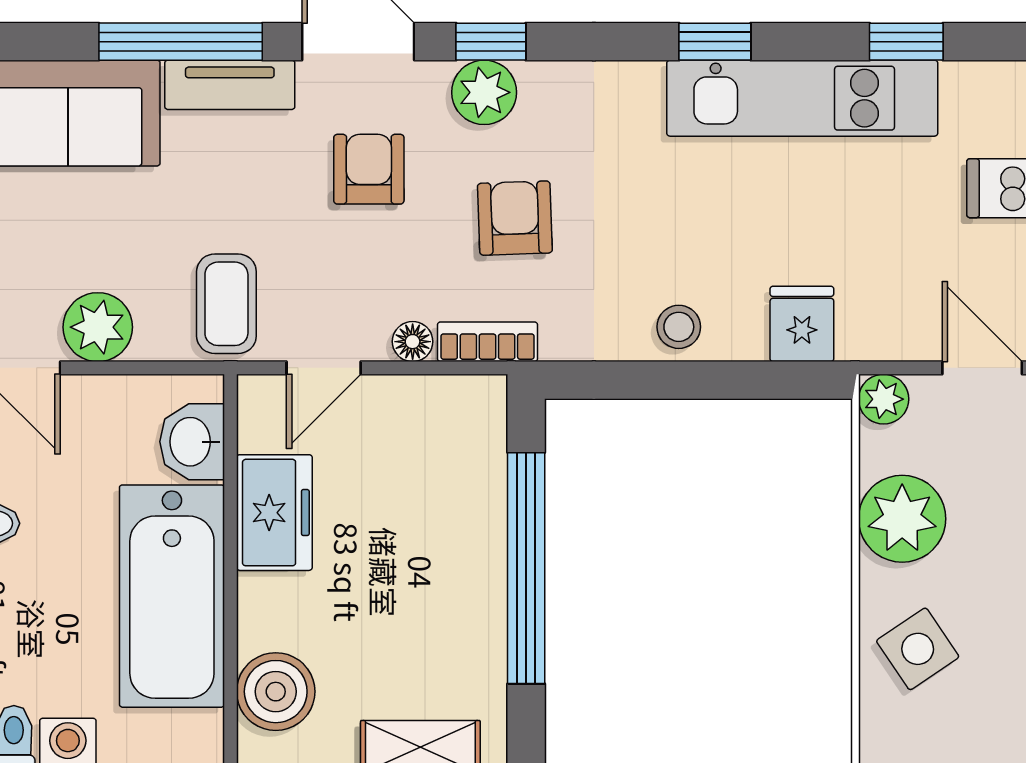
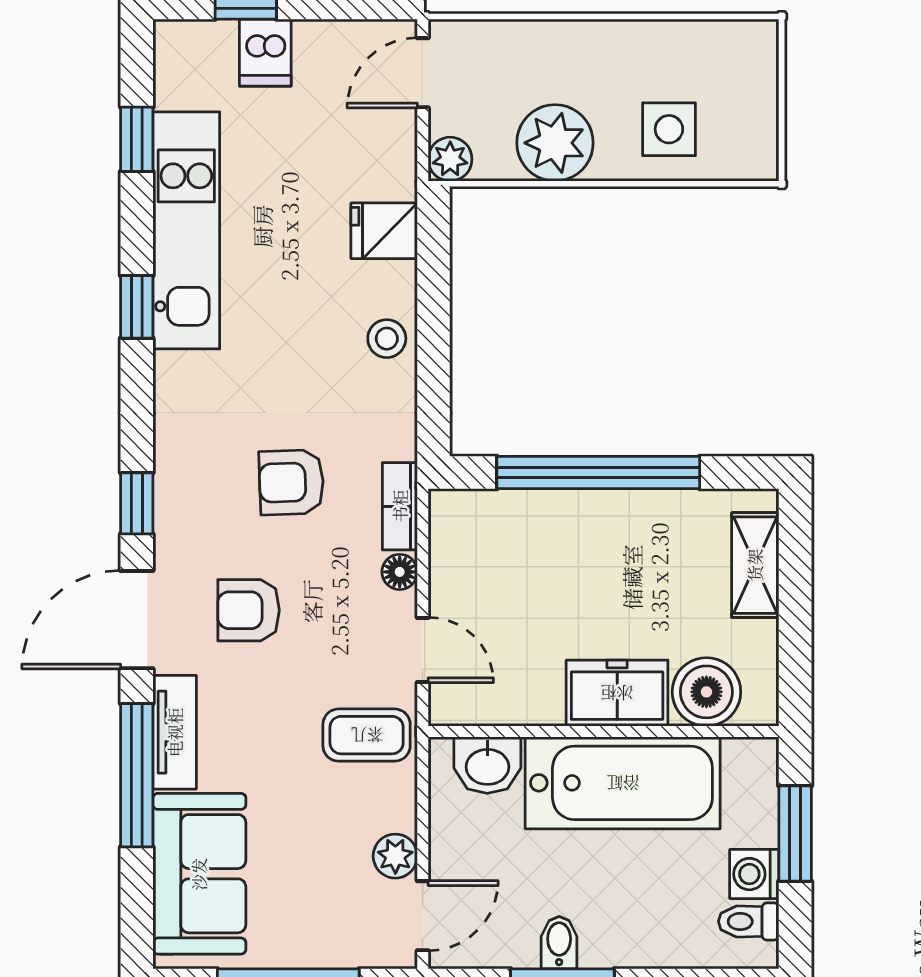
plant: (484, 92) -> (181, 509), removed
plant: (98, 327) -> (395, 856), width x0.73, depth x0.73
freezer: (274, 513) -> (617, 693), moved
side table: (918, 649) -> (669, 129), turned 34

